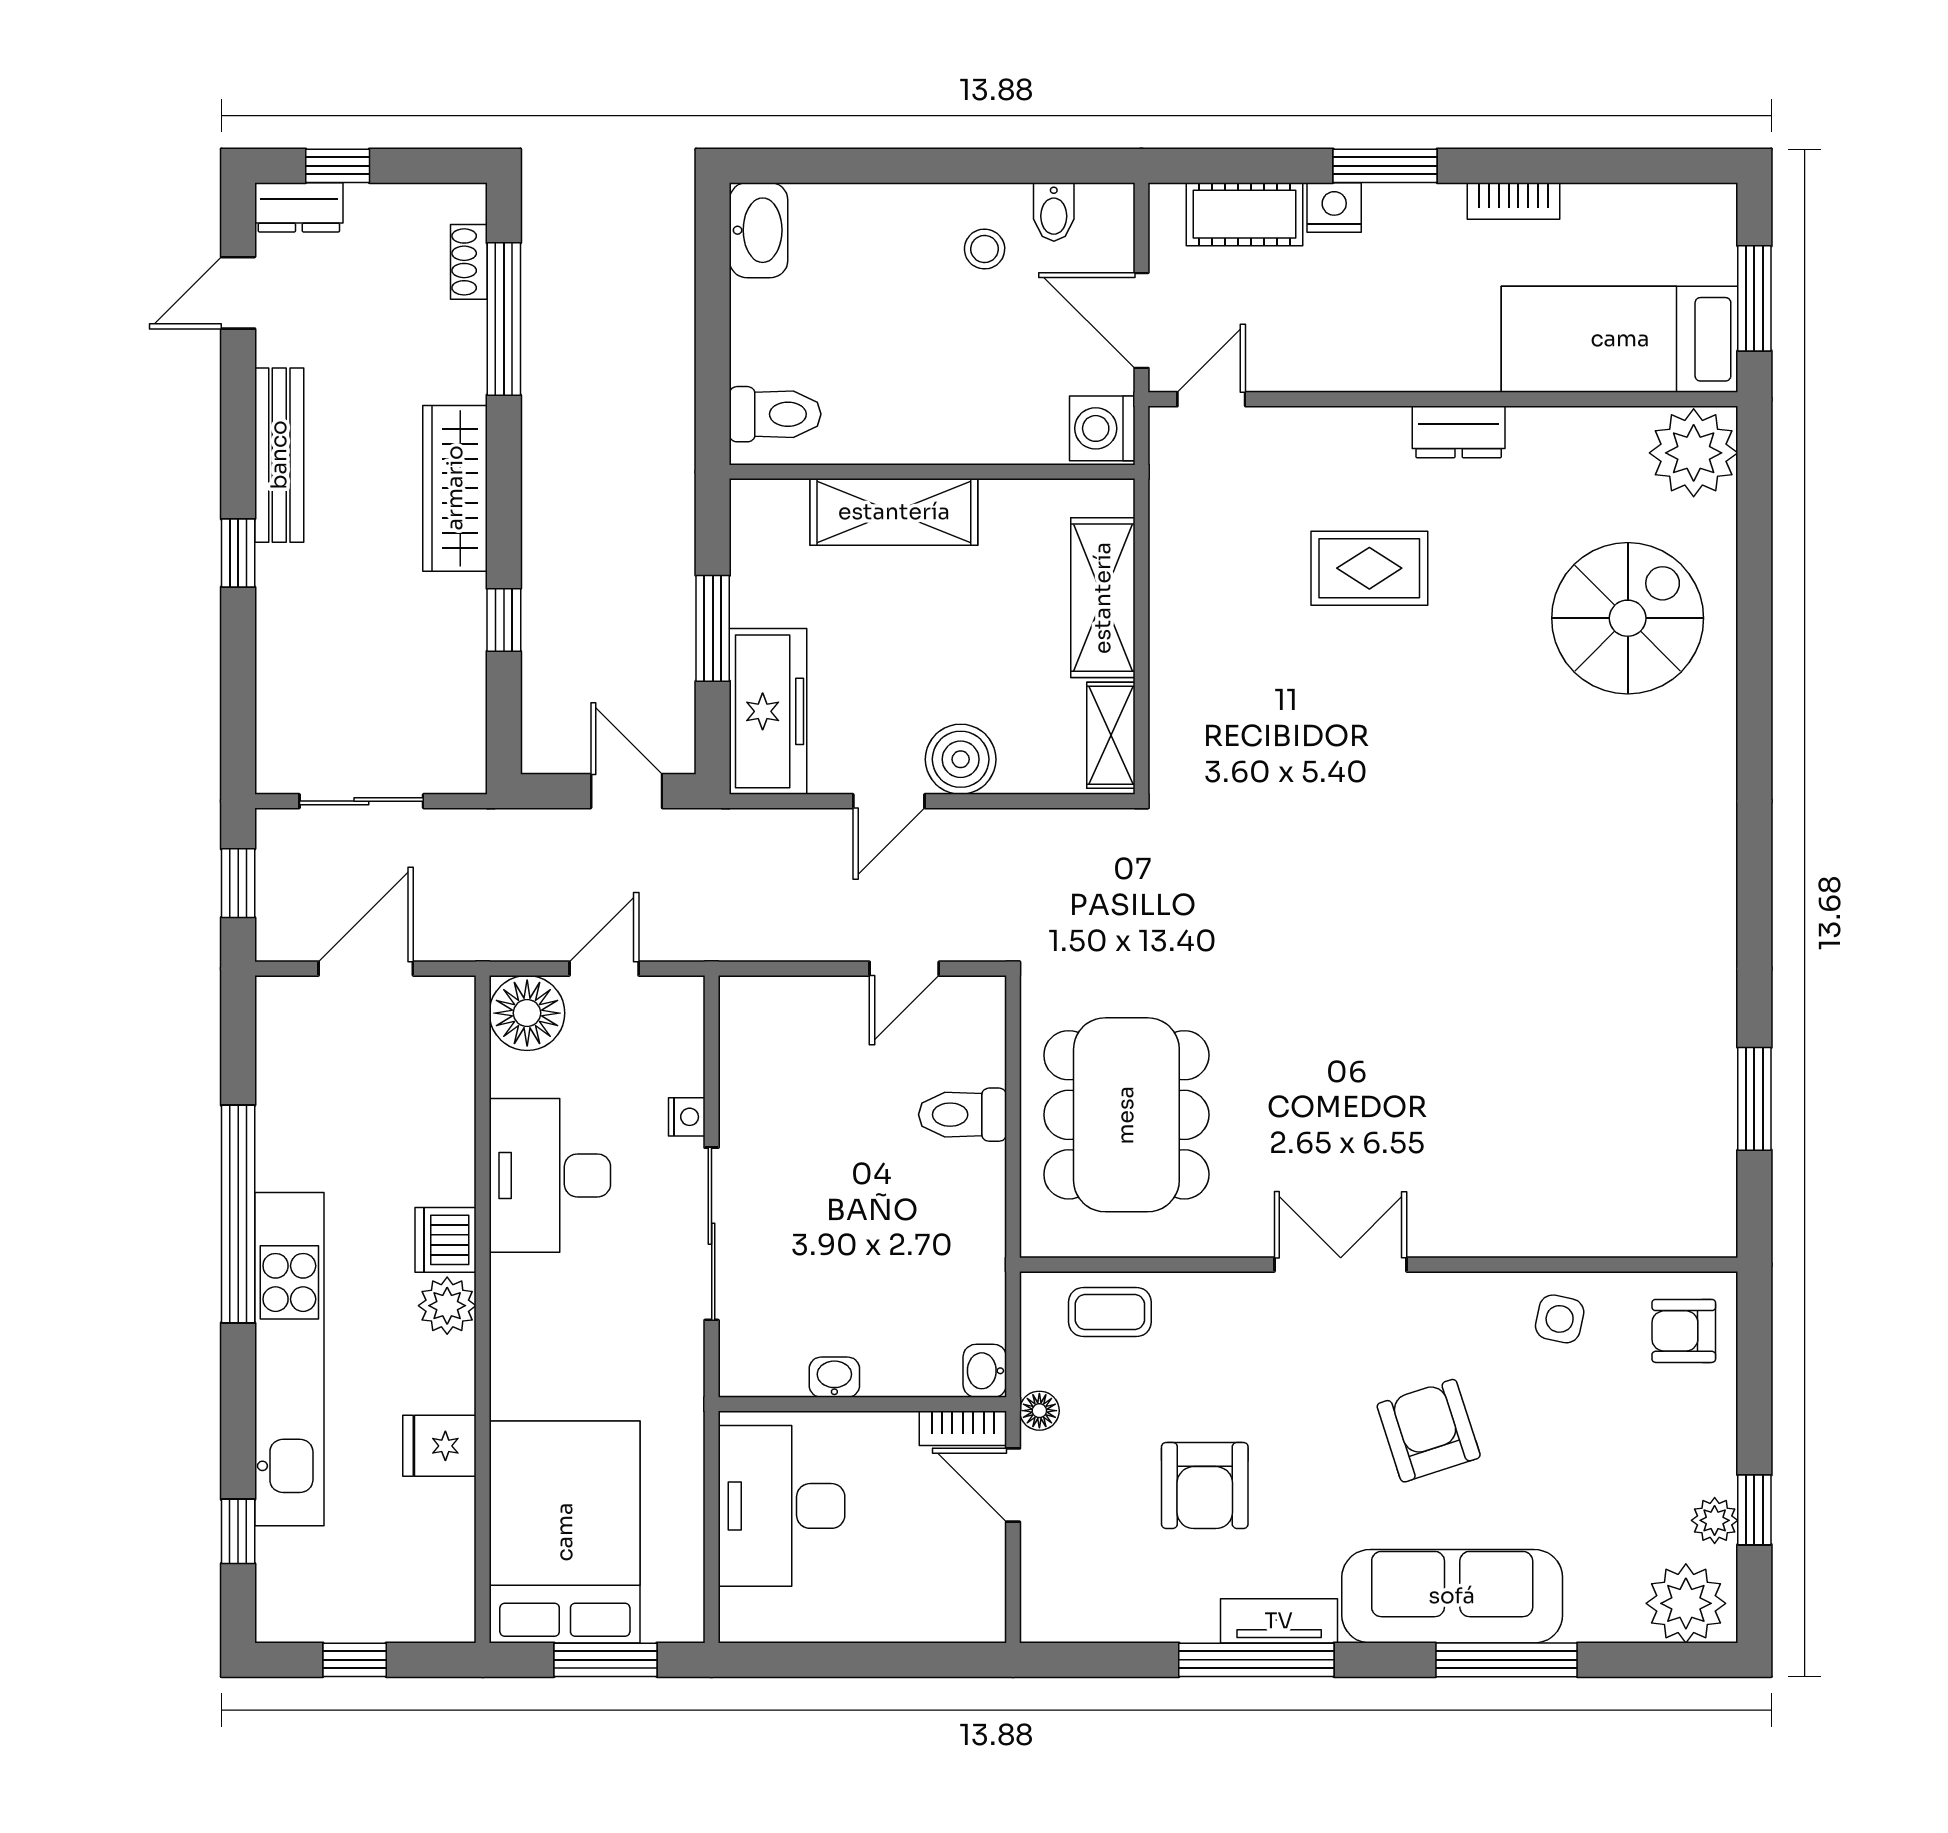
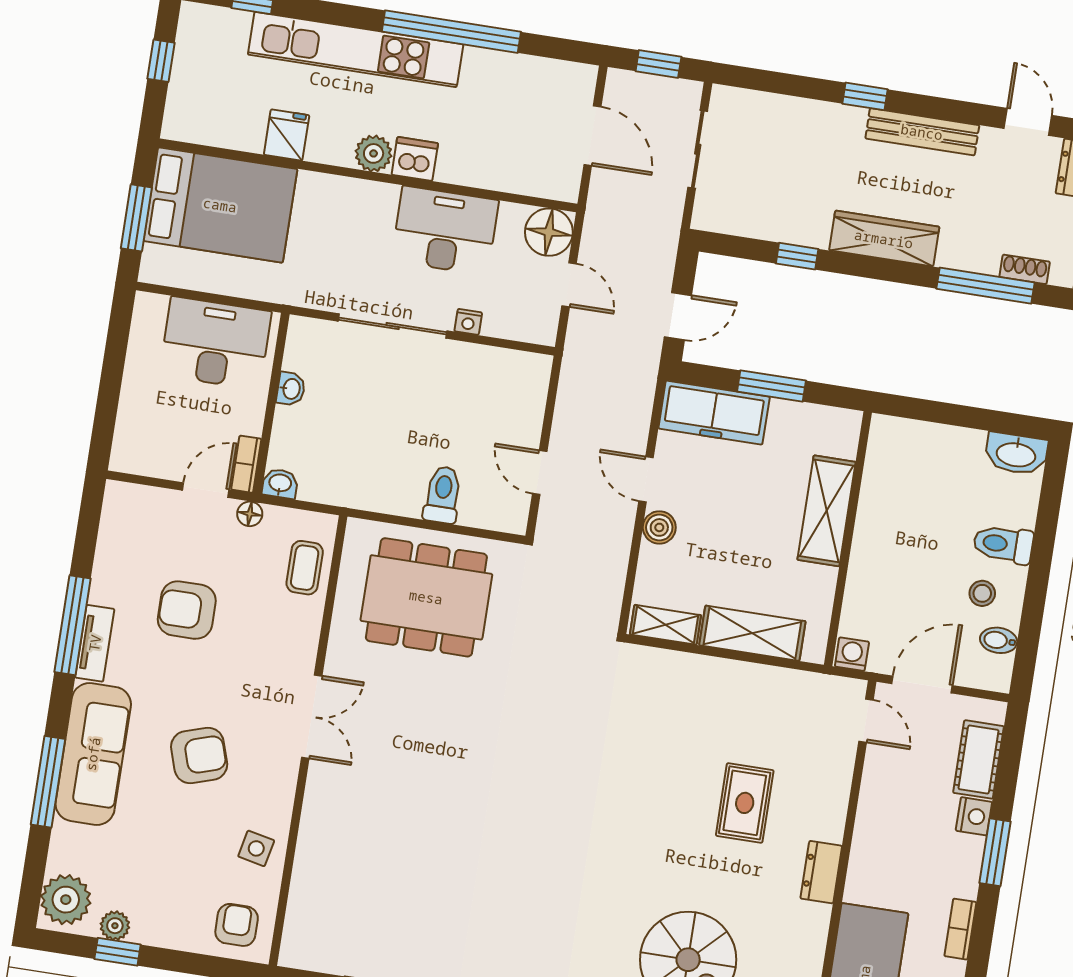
toilet: (775, 414) -> (1003, 544), moved, turned 90
washing machine: (1102, 428) -> (852, 654), width x0.73, depth x0.73
boiler: (961, 759) -> (659, 527), width x0.73, depth x0.73

